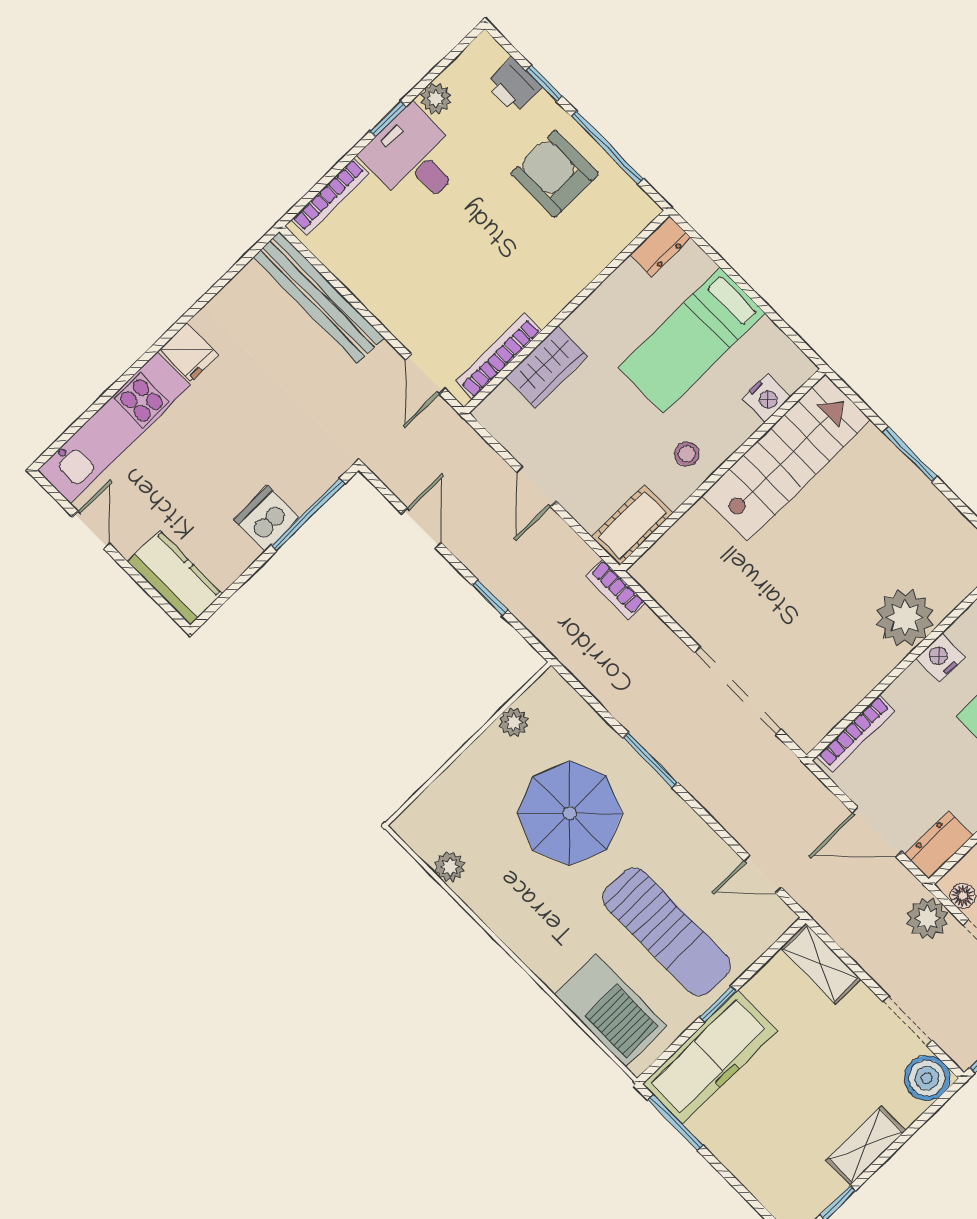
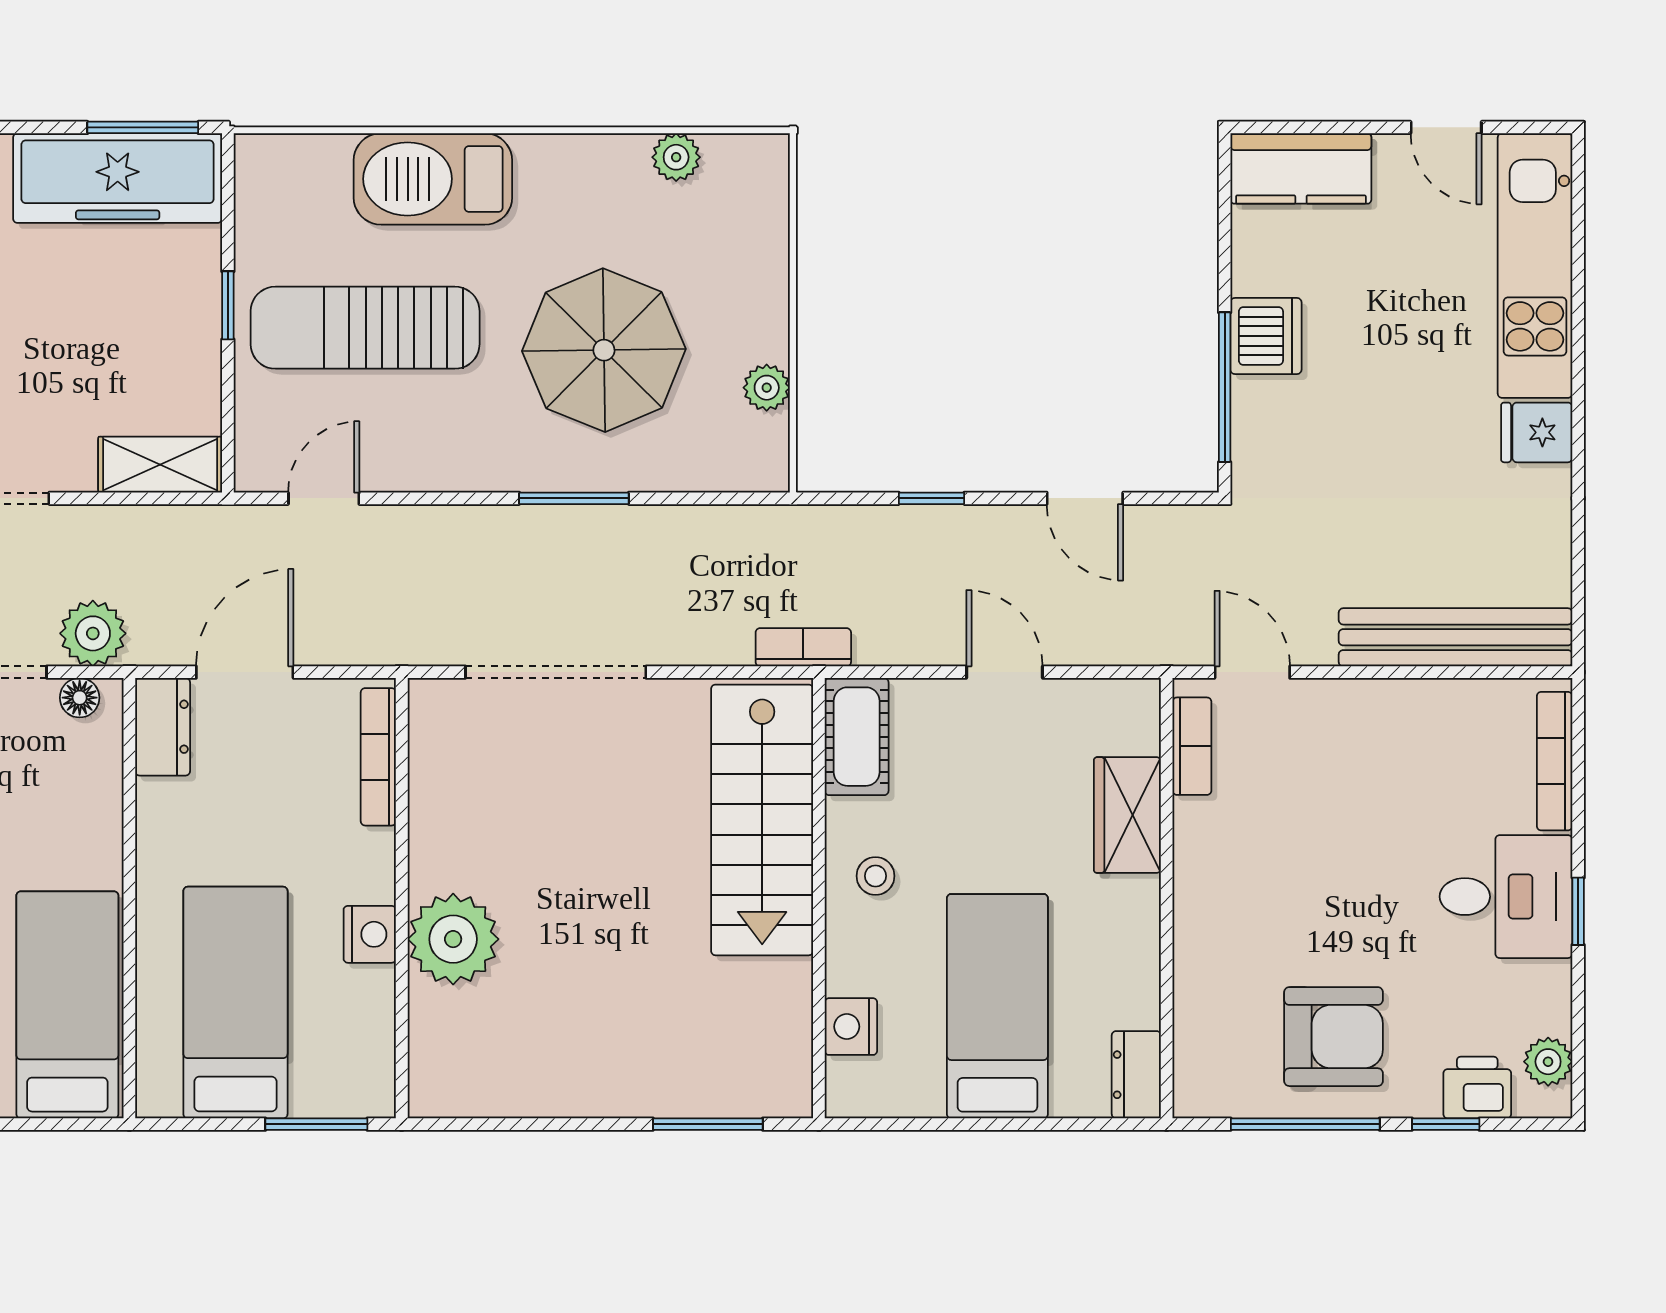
plant: (436, 99) -> (1548, 1062), moved
bookcase: (499, 356) -> (1192, 746), width x0.64
window: (910, 454) -> (708, 1124), moved
stairs: (786, 458) -> (762, 820), moved
barbecue: (611, 1010) -> (433, 179), moved
freezer: (710, 1057) -> (118, 178), moved, turned -90

